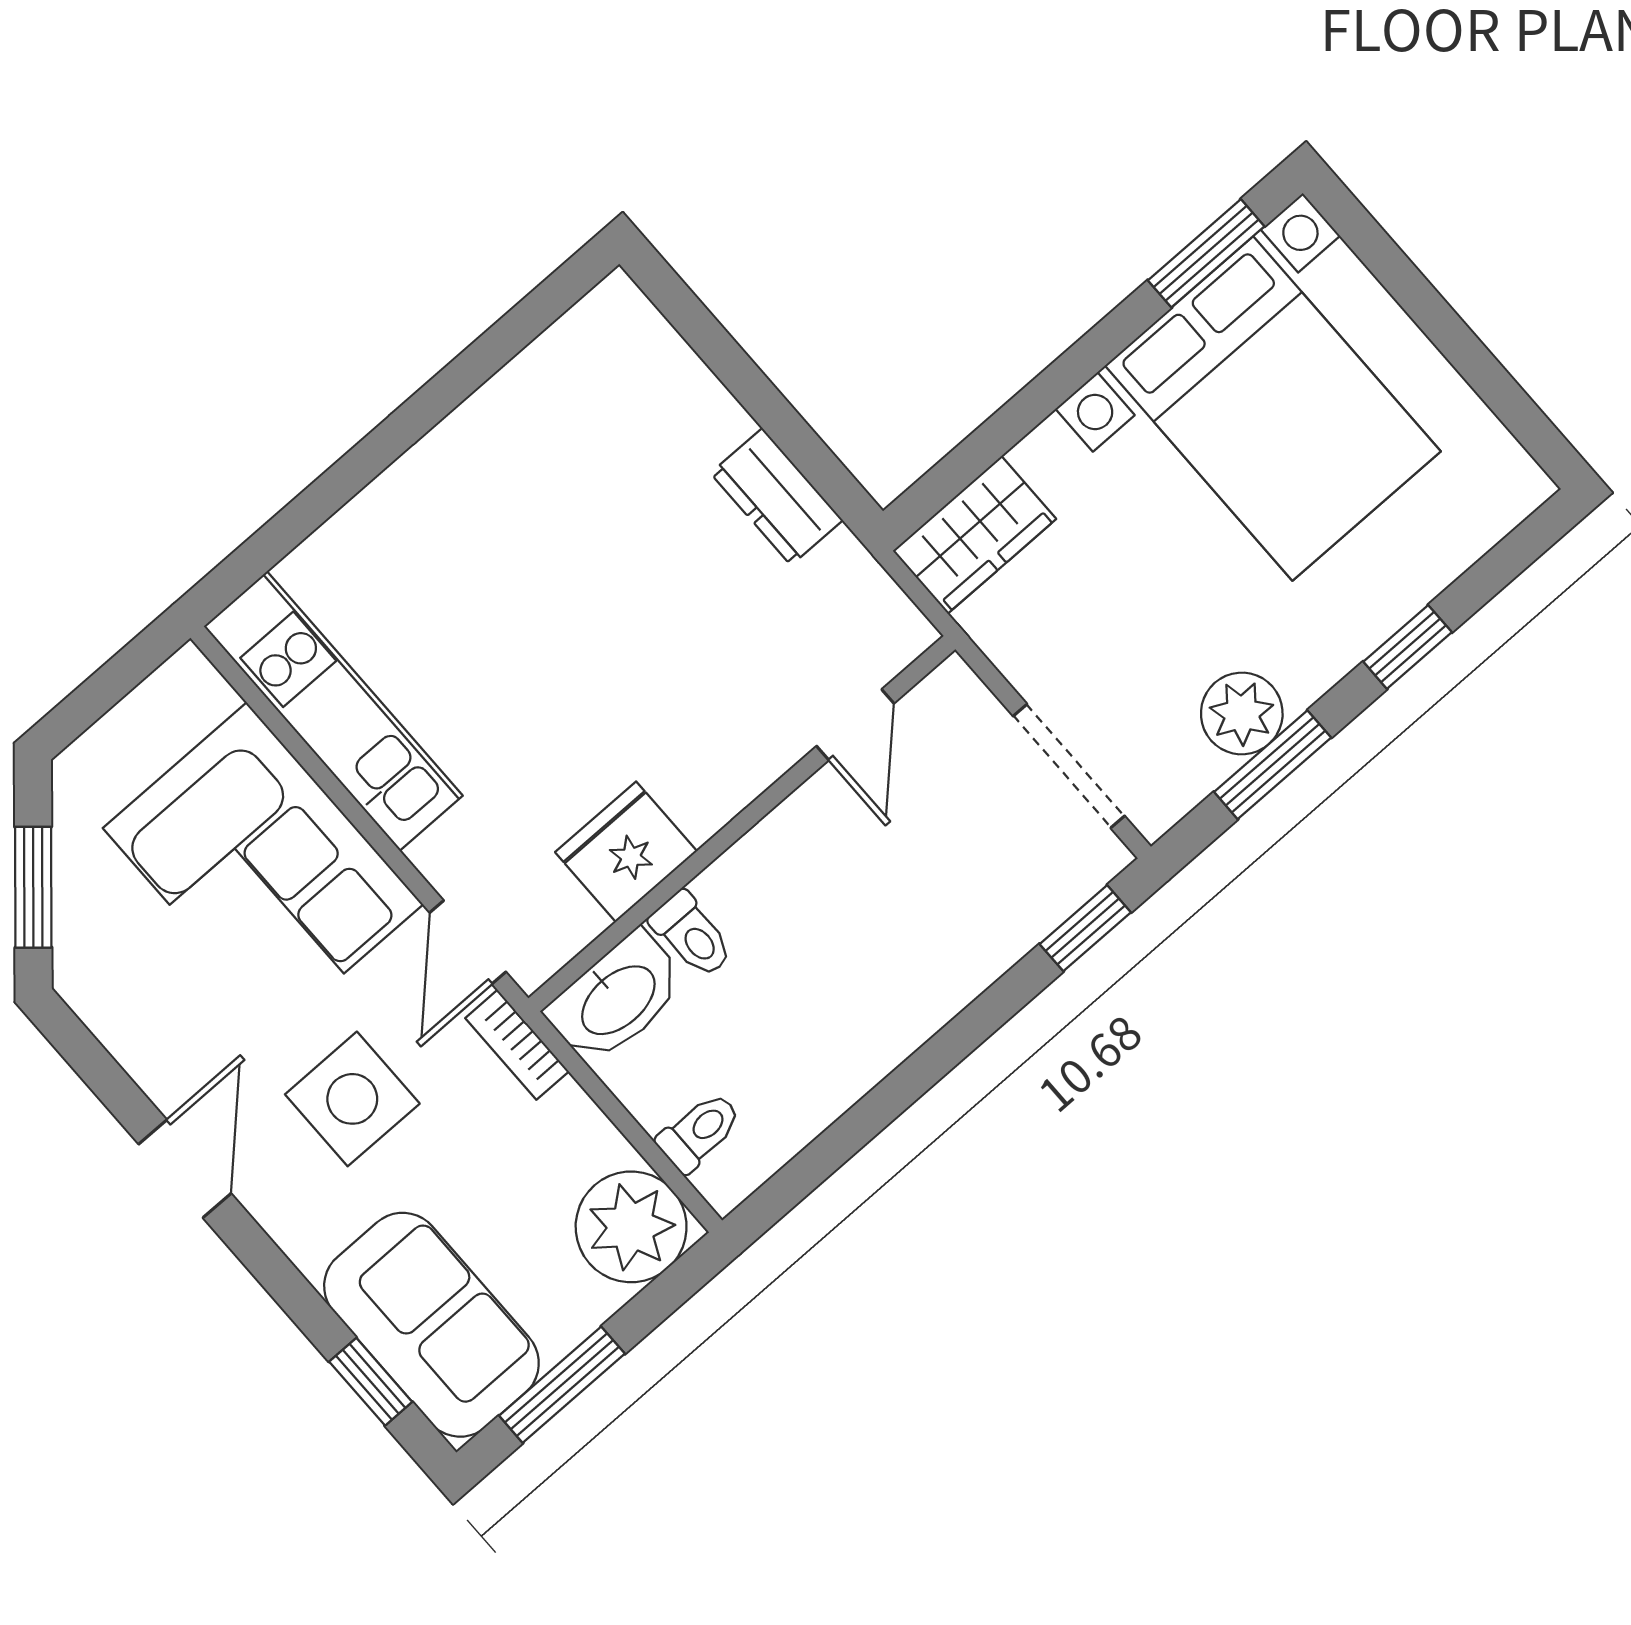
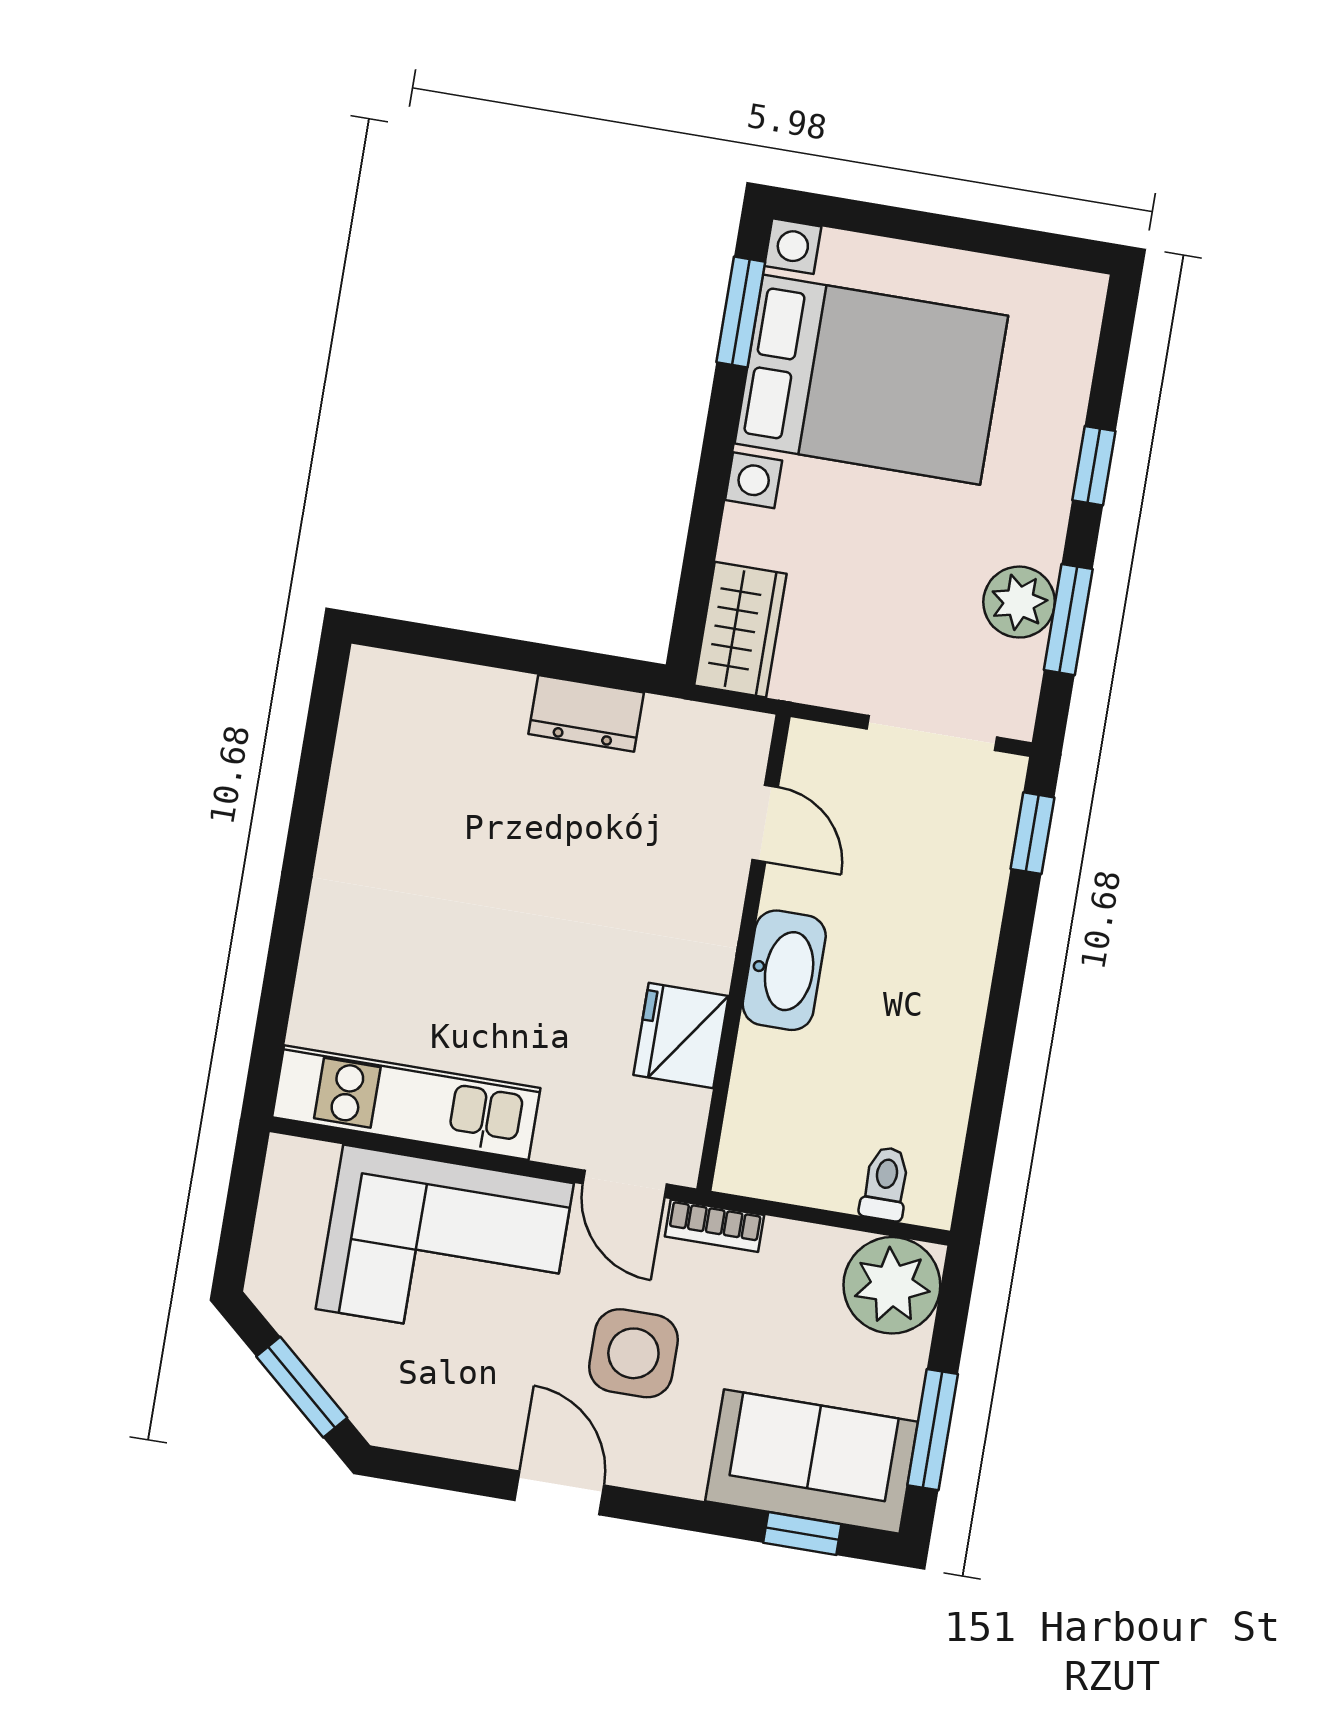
toilet: (692, 935) -> (771, 1055), removed
washbasin: (617, 998) -> (784, 970), moved

